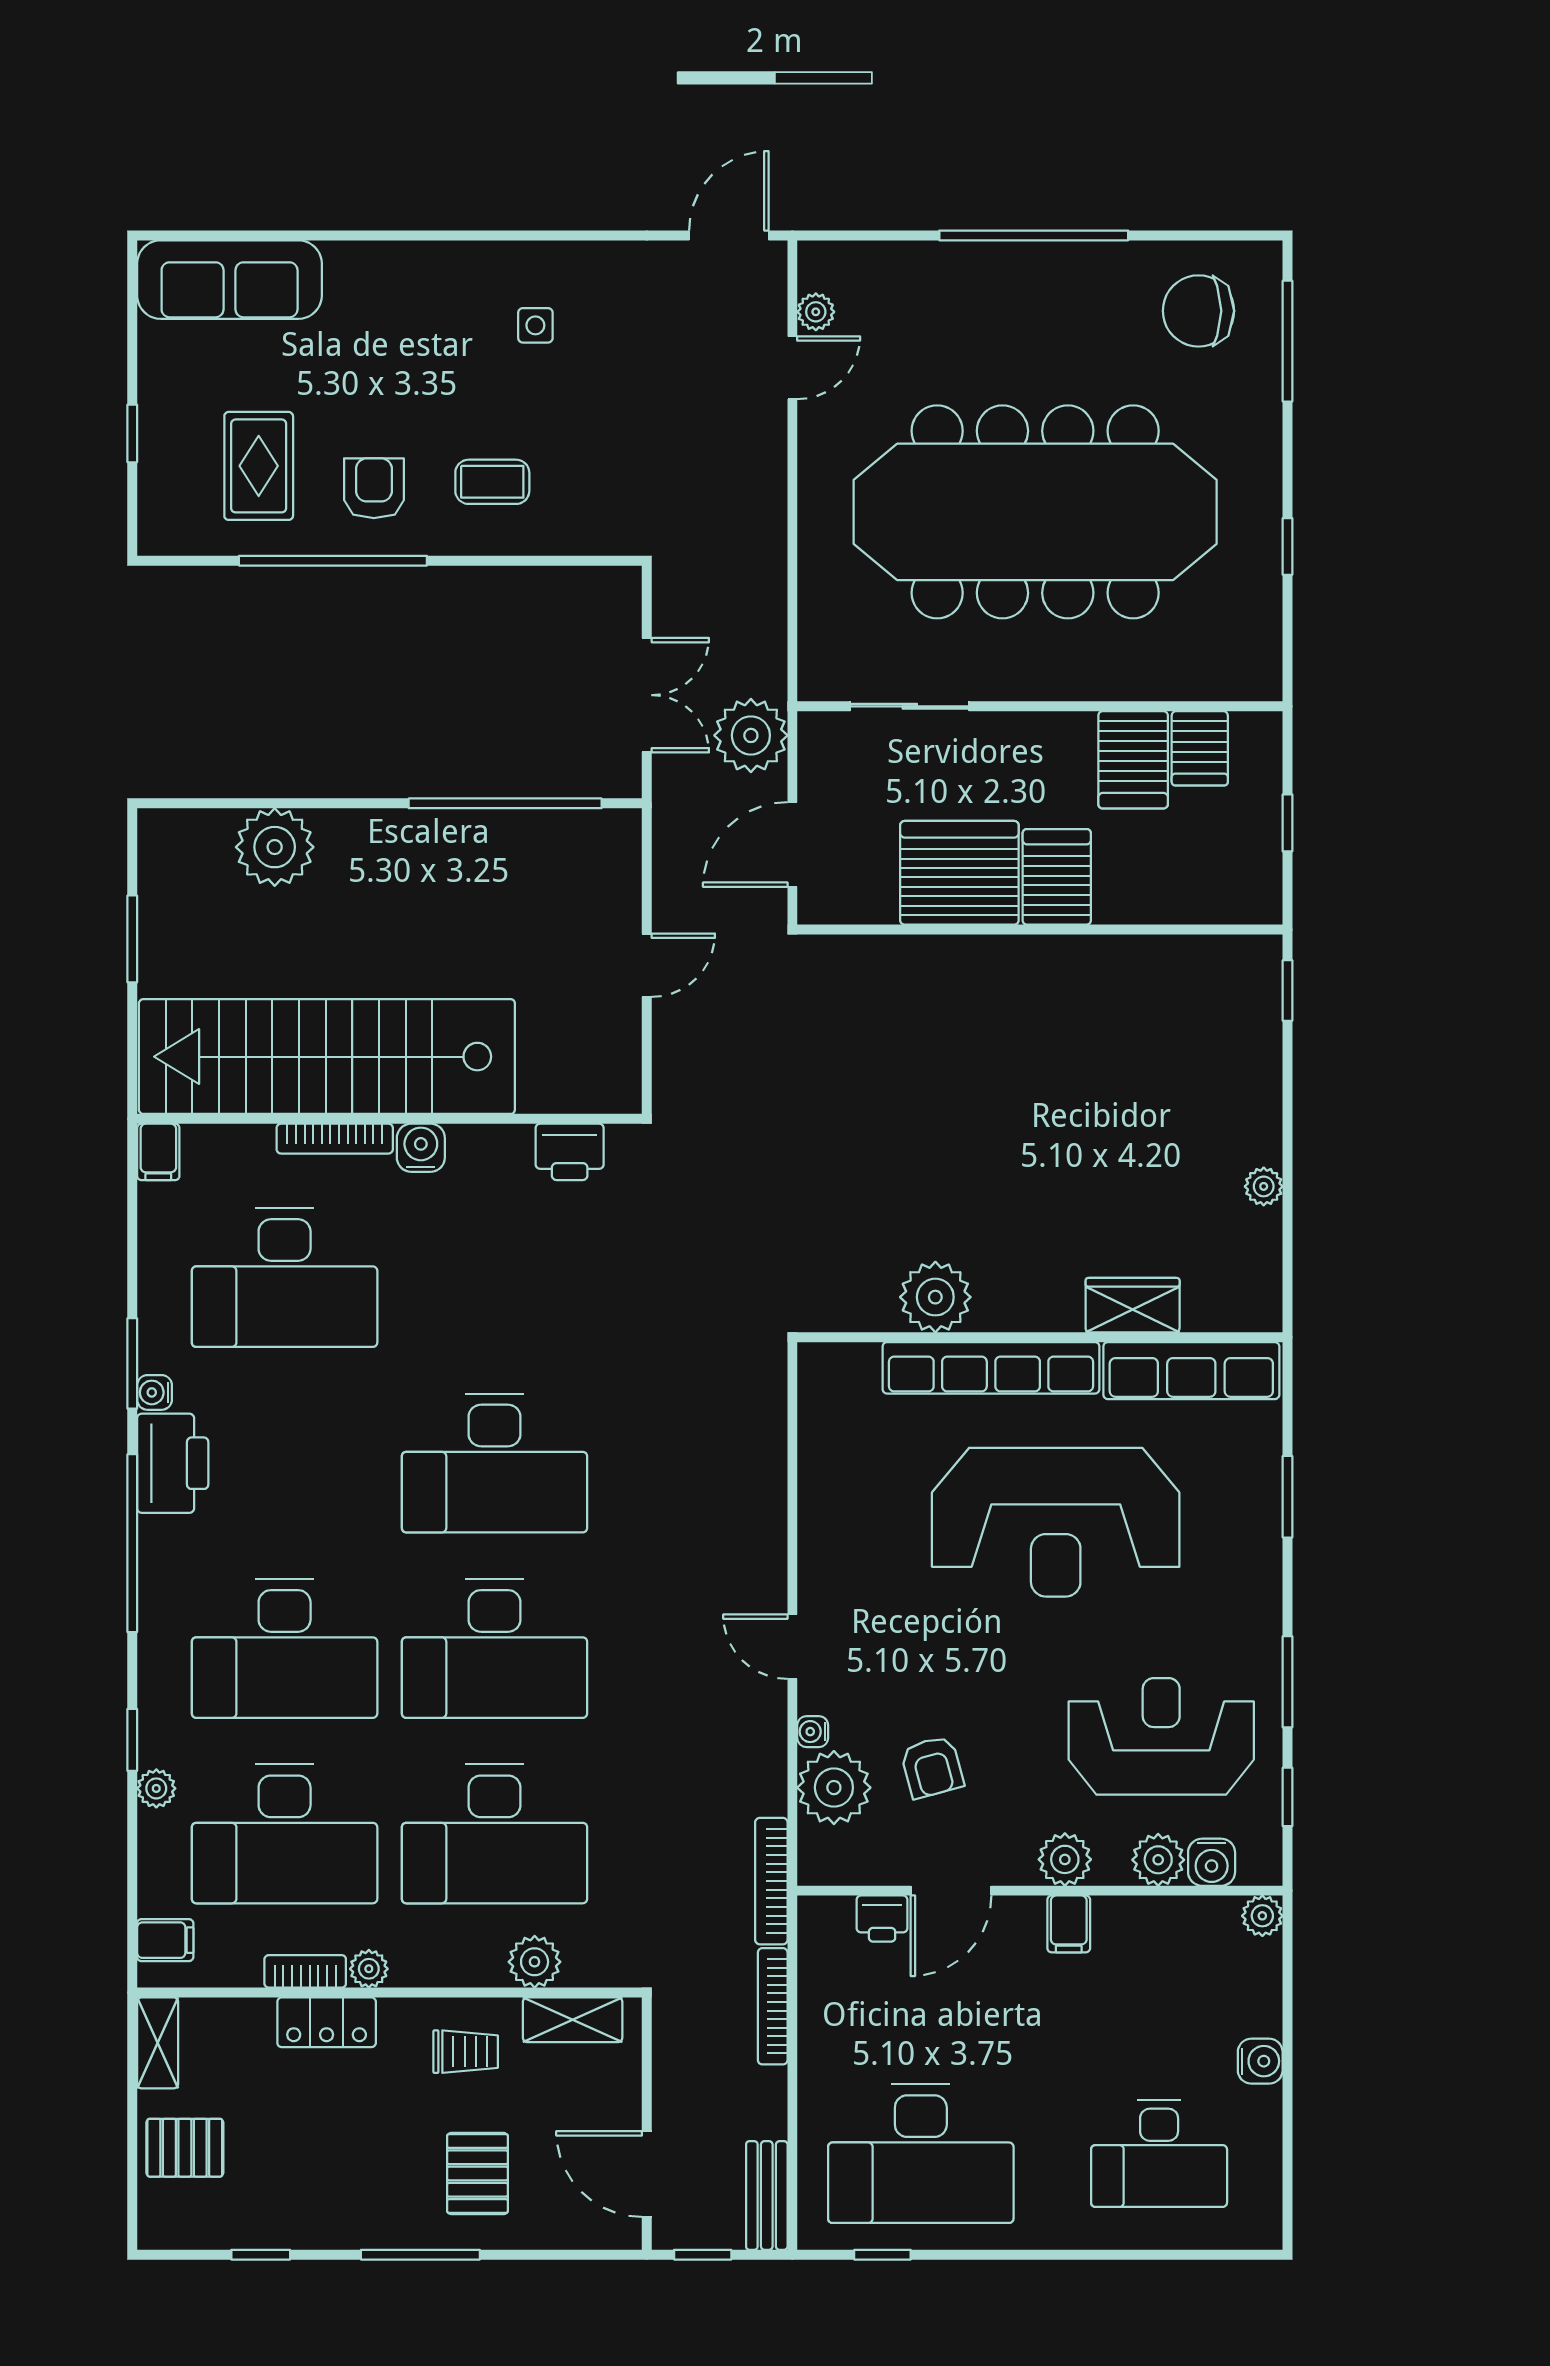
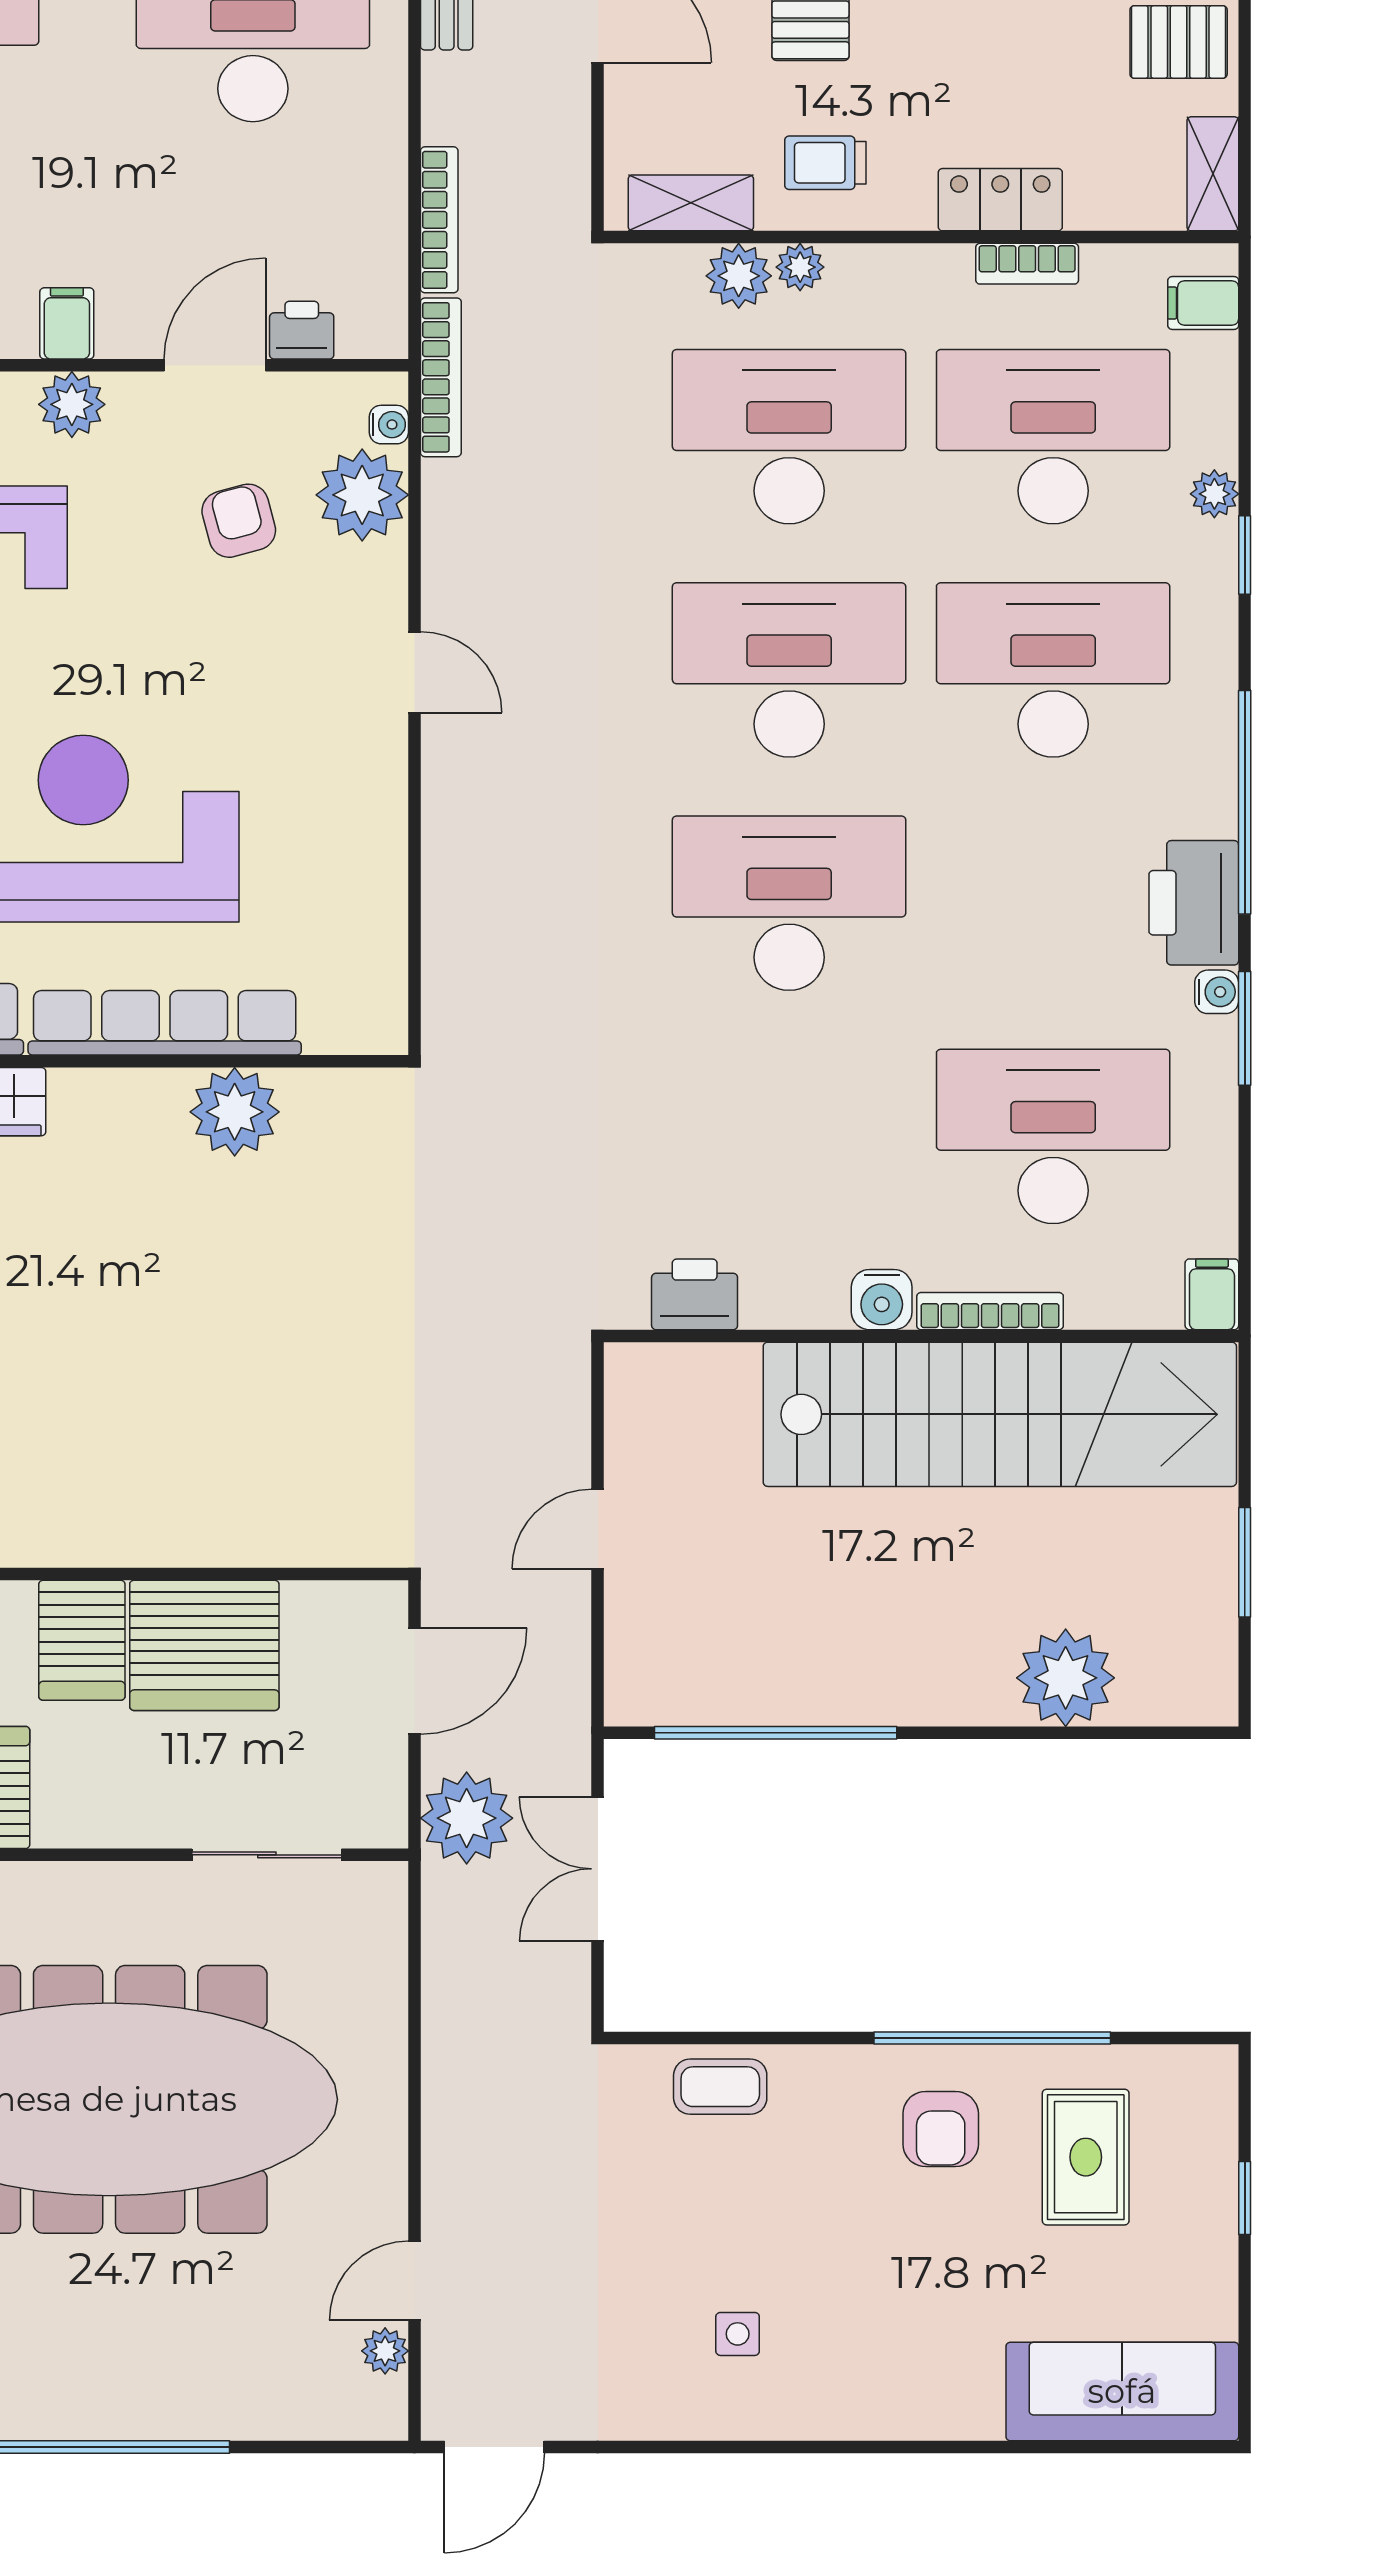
coffee table: (492, 482) -> (720, 2087), moved
water cooler: (813, 1732) -> (389, 425), moved
plant: (369, 1969) -> (800, 267), moved

